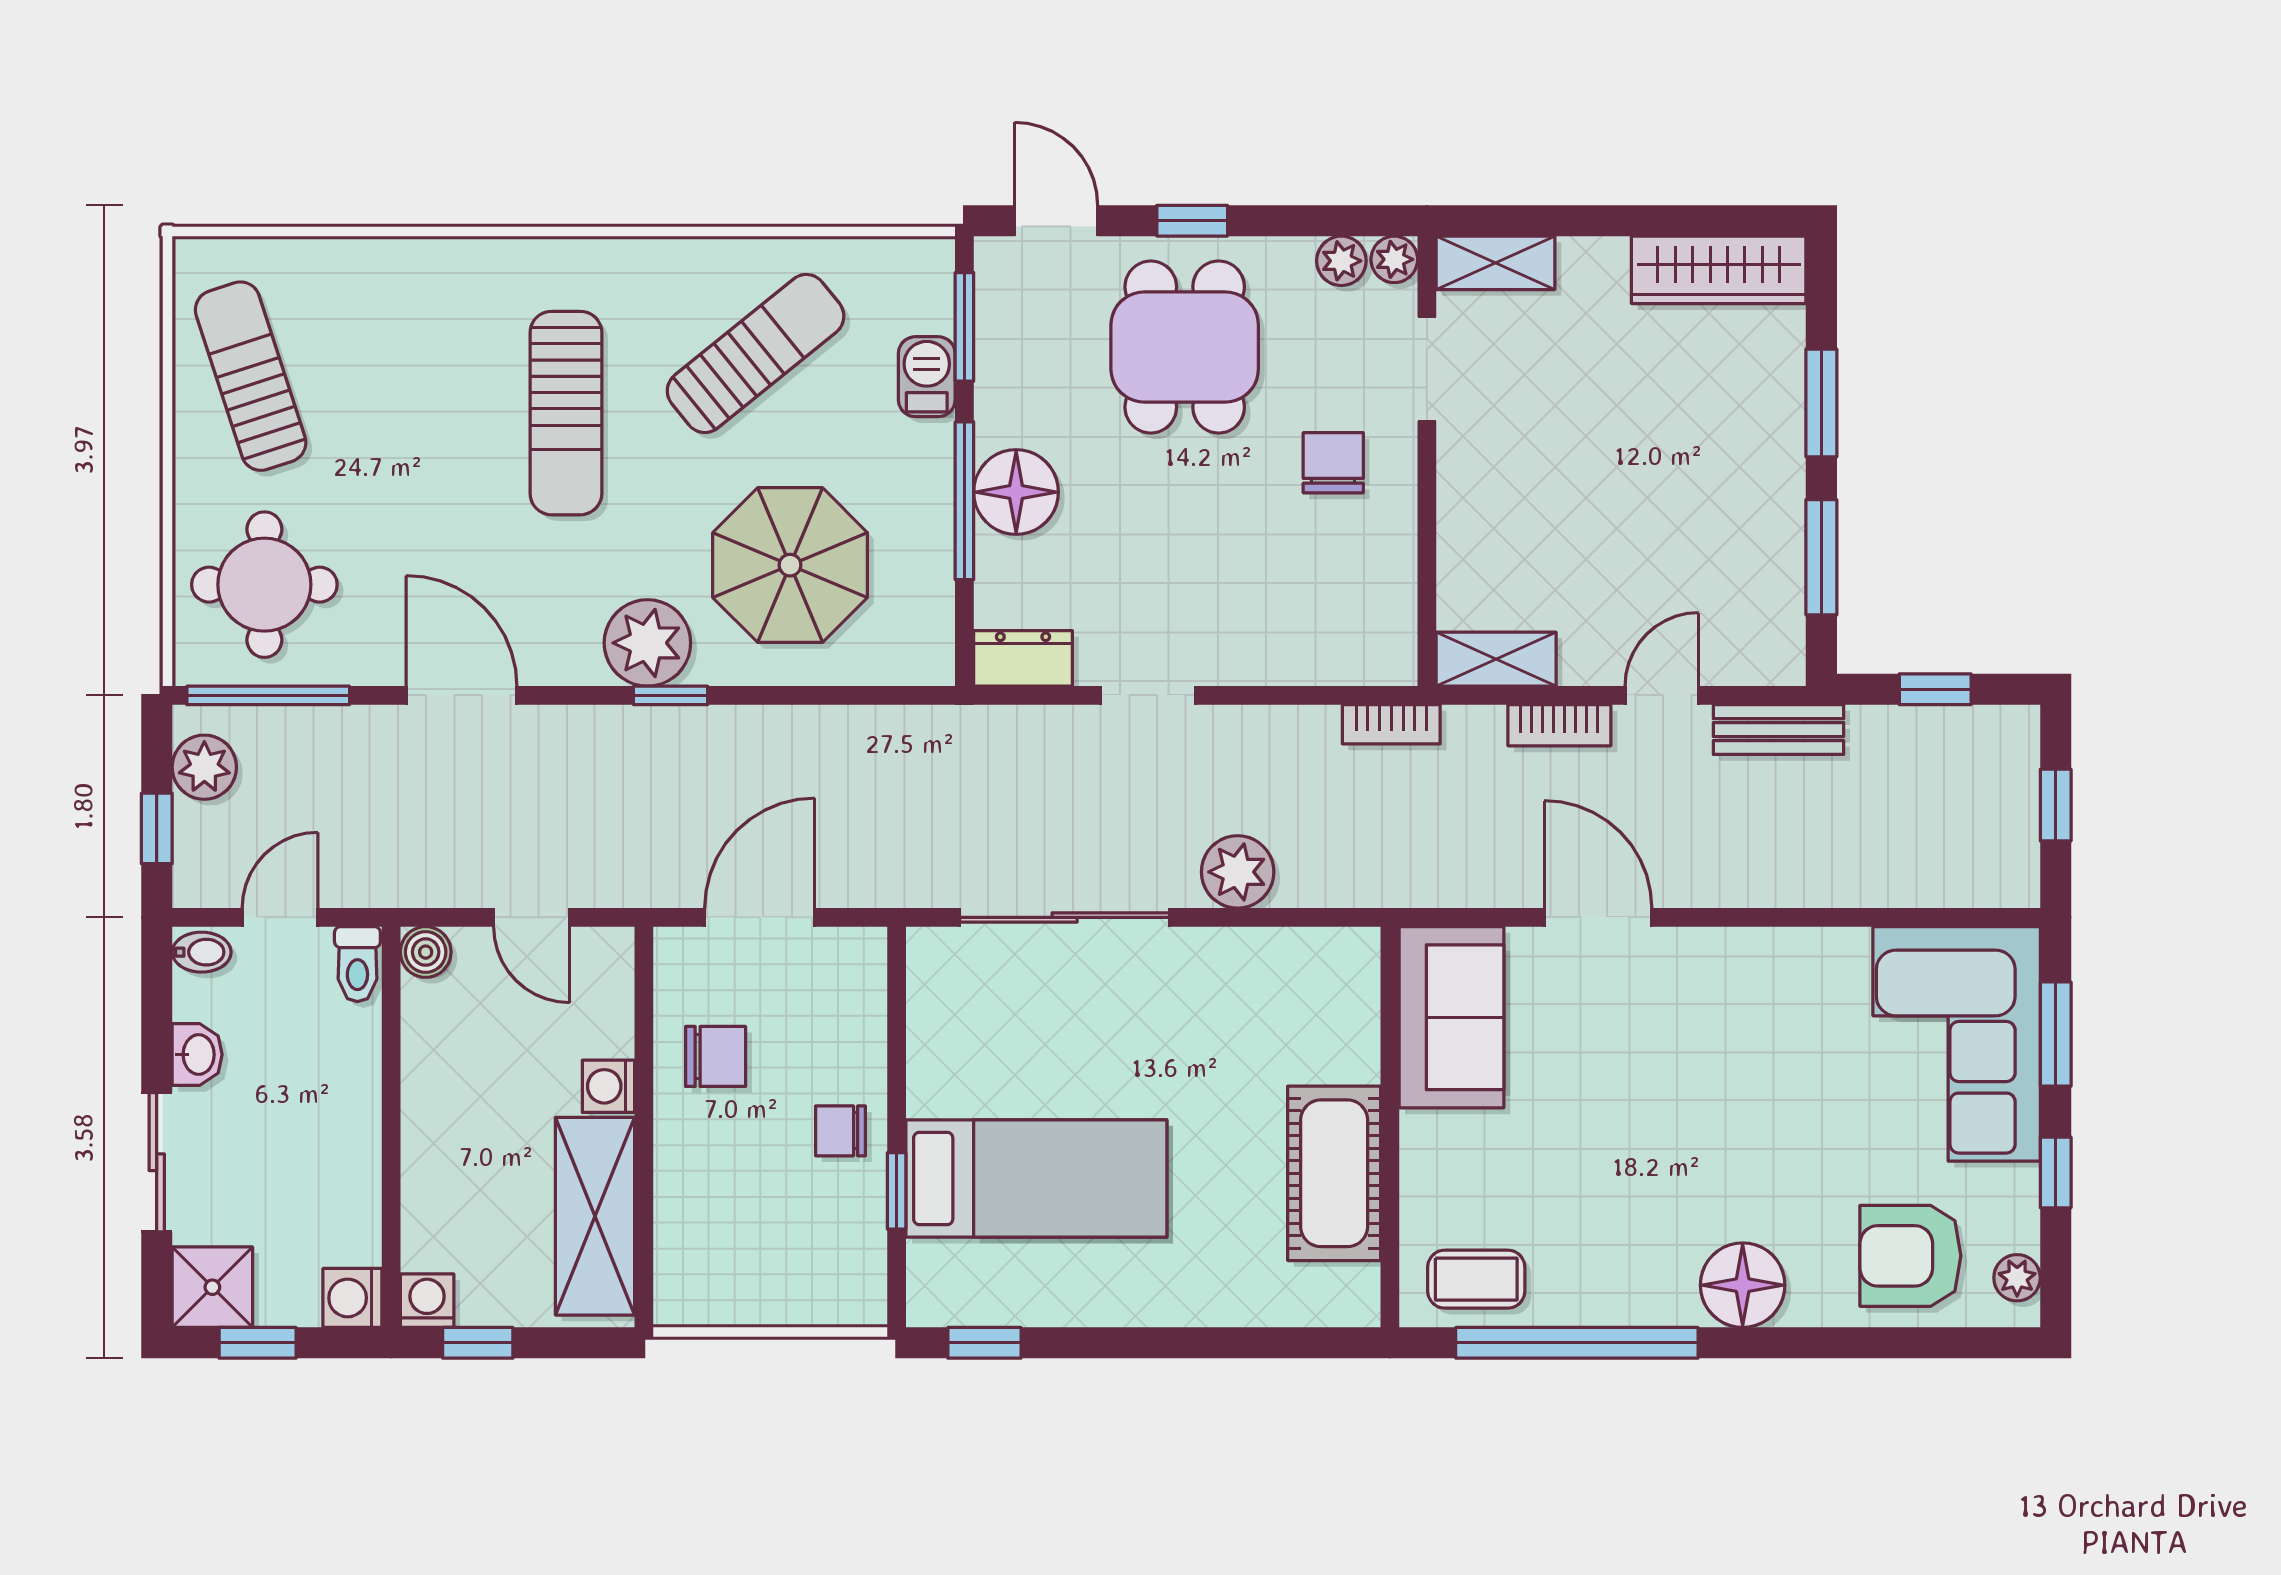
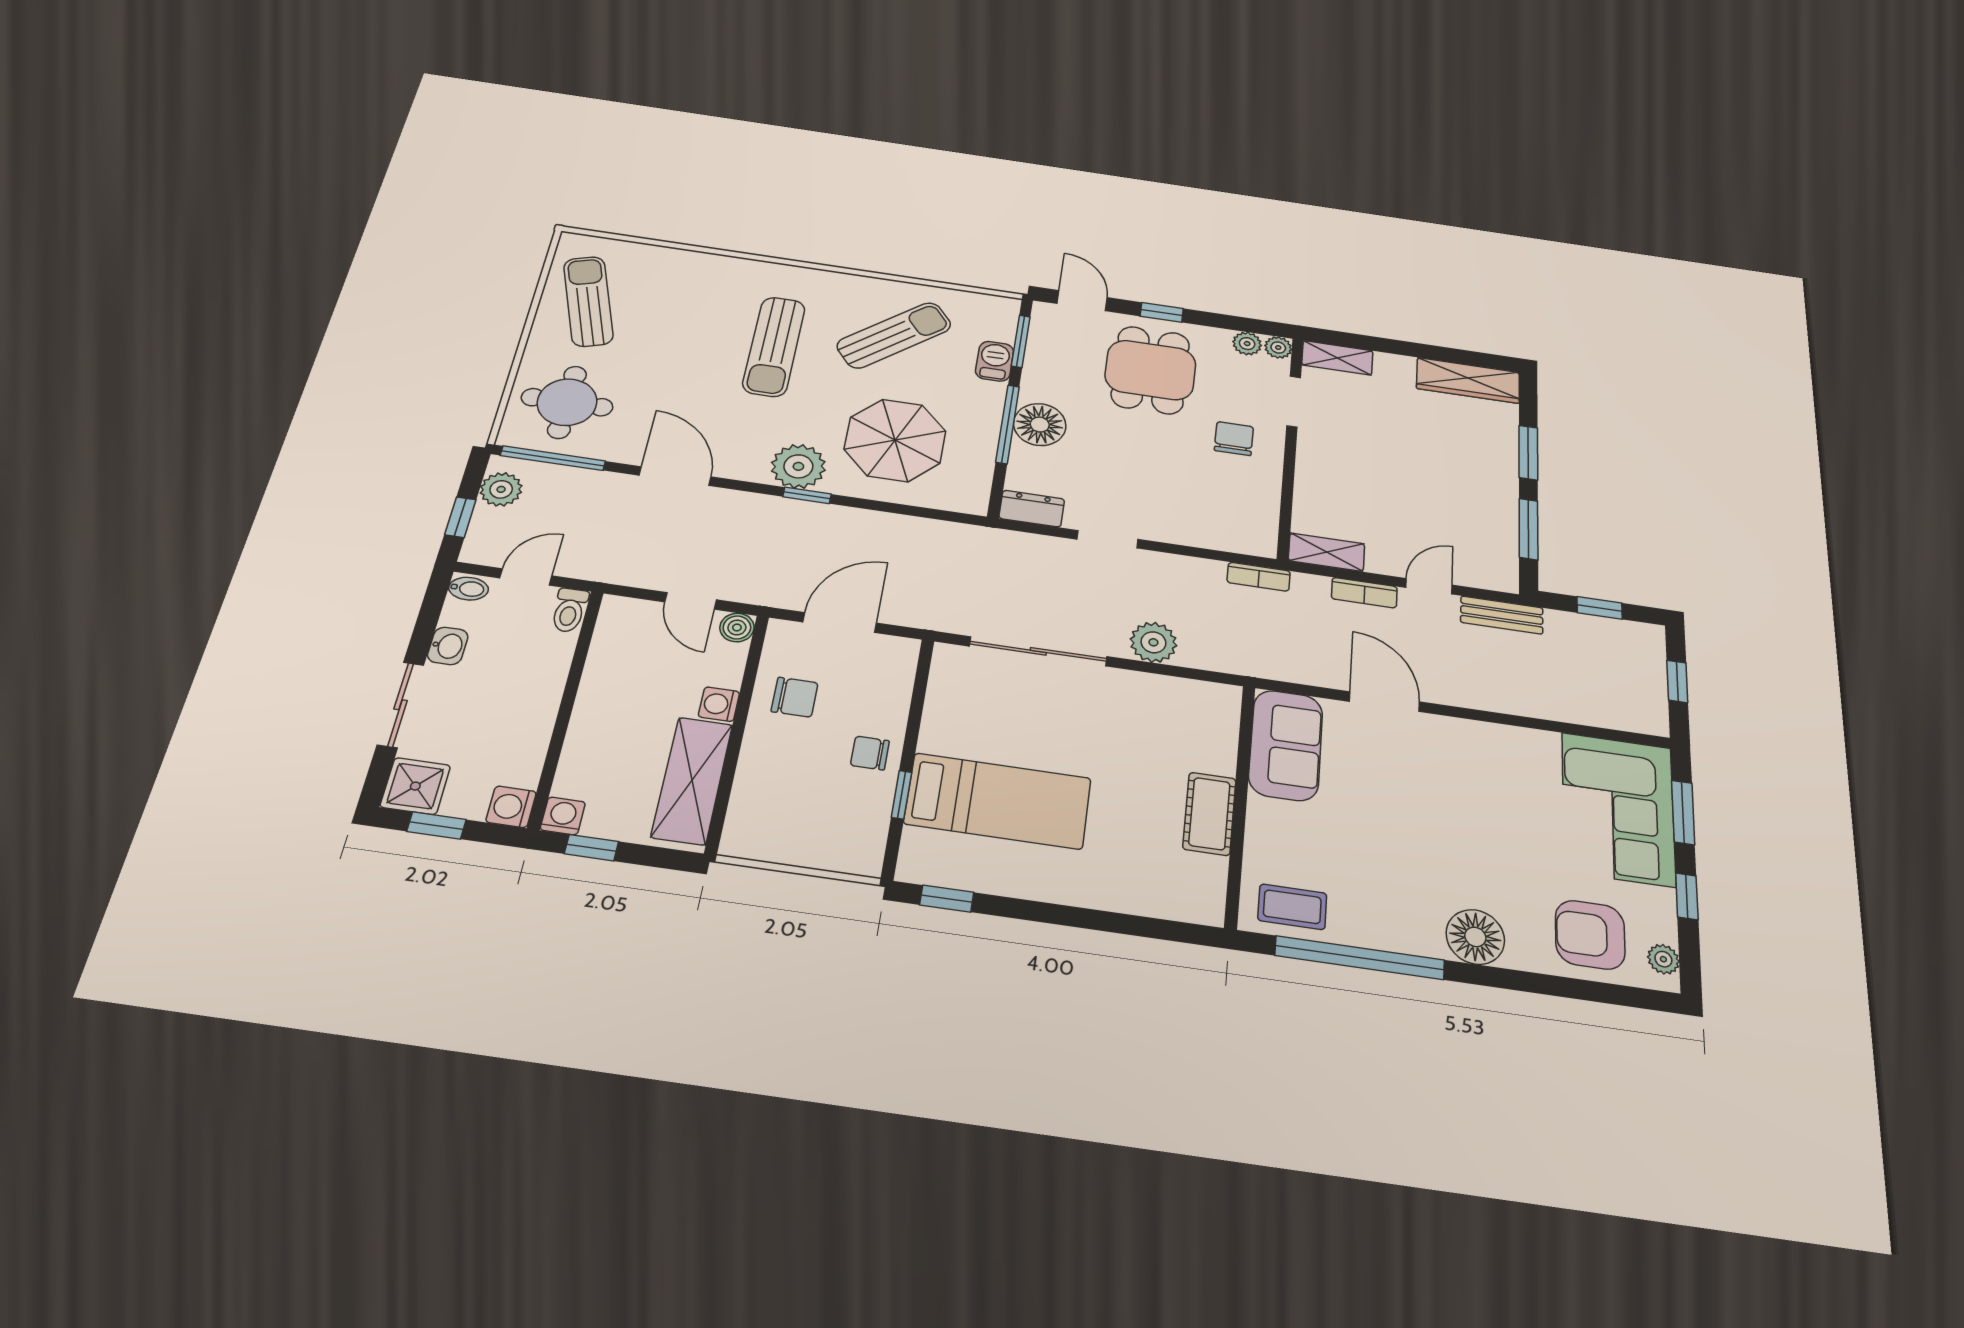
boiler: (426, 952) -> (737, 627), moved
cot: (1334, 1173) -> (1209, 814), width x0.73, depth x0.75

